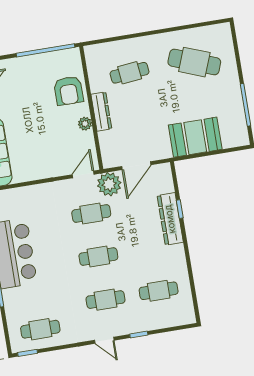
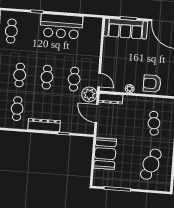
dresser: (101, 112) -> (111, 99), moved
dresser: (170, 219) -> (44, 125), moved

